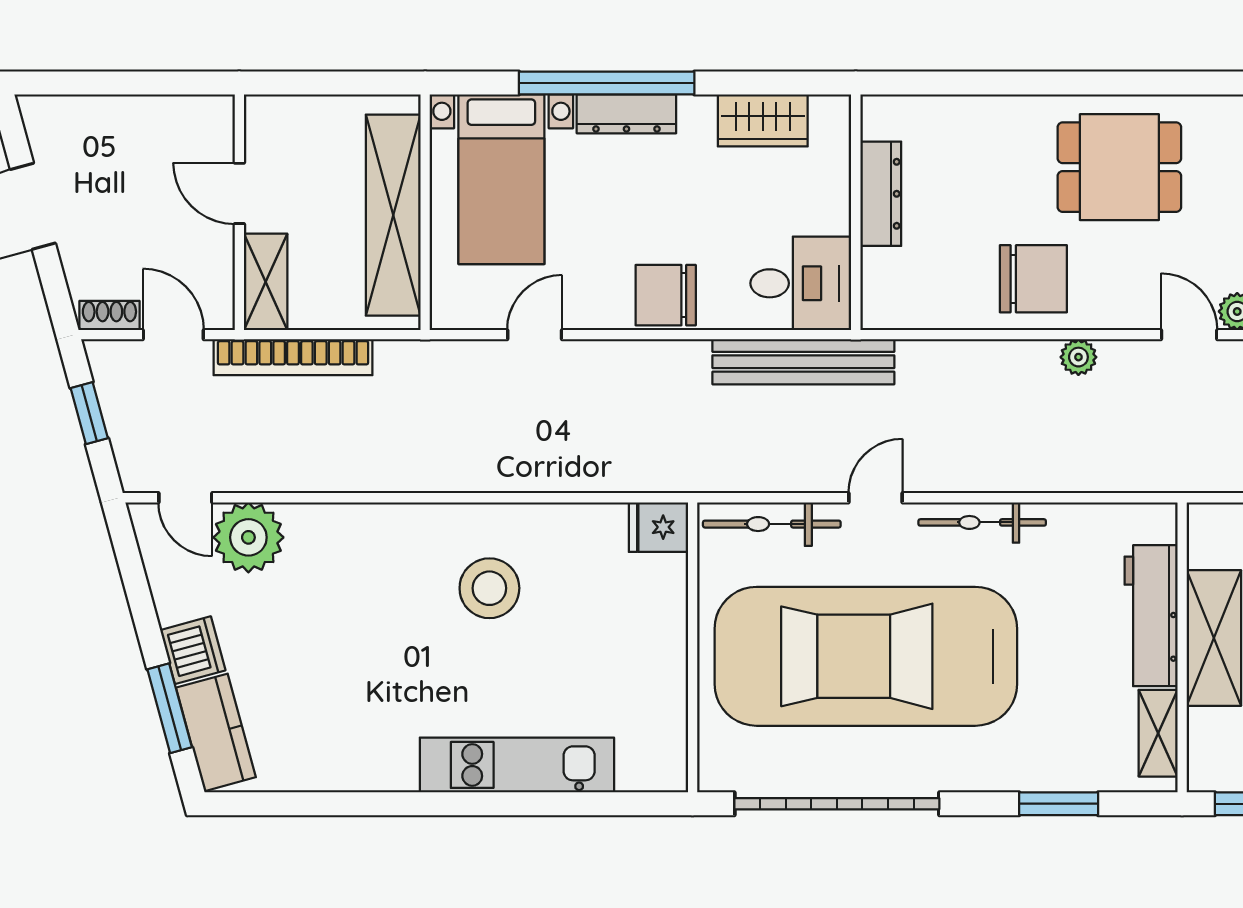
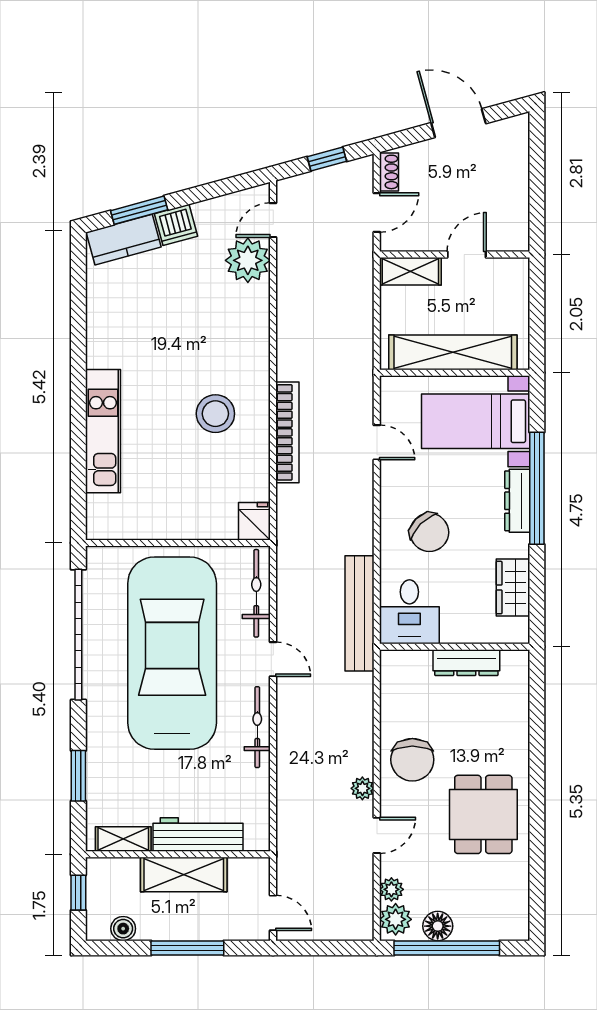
chair: (666, 295) -> (429, 532), moved, turned 135
door: (1189, 335) -> (377, 835), moved
bookcase: (293, 357) -> (287, 432), moved, turned 180

